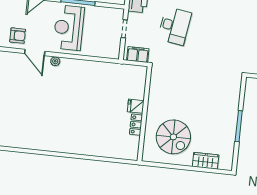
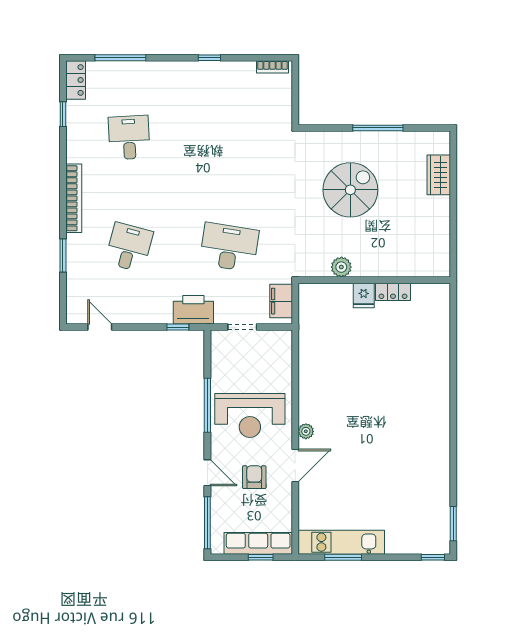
armchair: (18, 36) -> (254, 477), moved
plant: (155, 94) -> (341, 267), added
spiral stairs: (173, 137) -> (350, 190), moved

